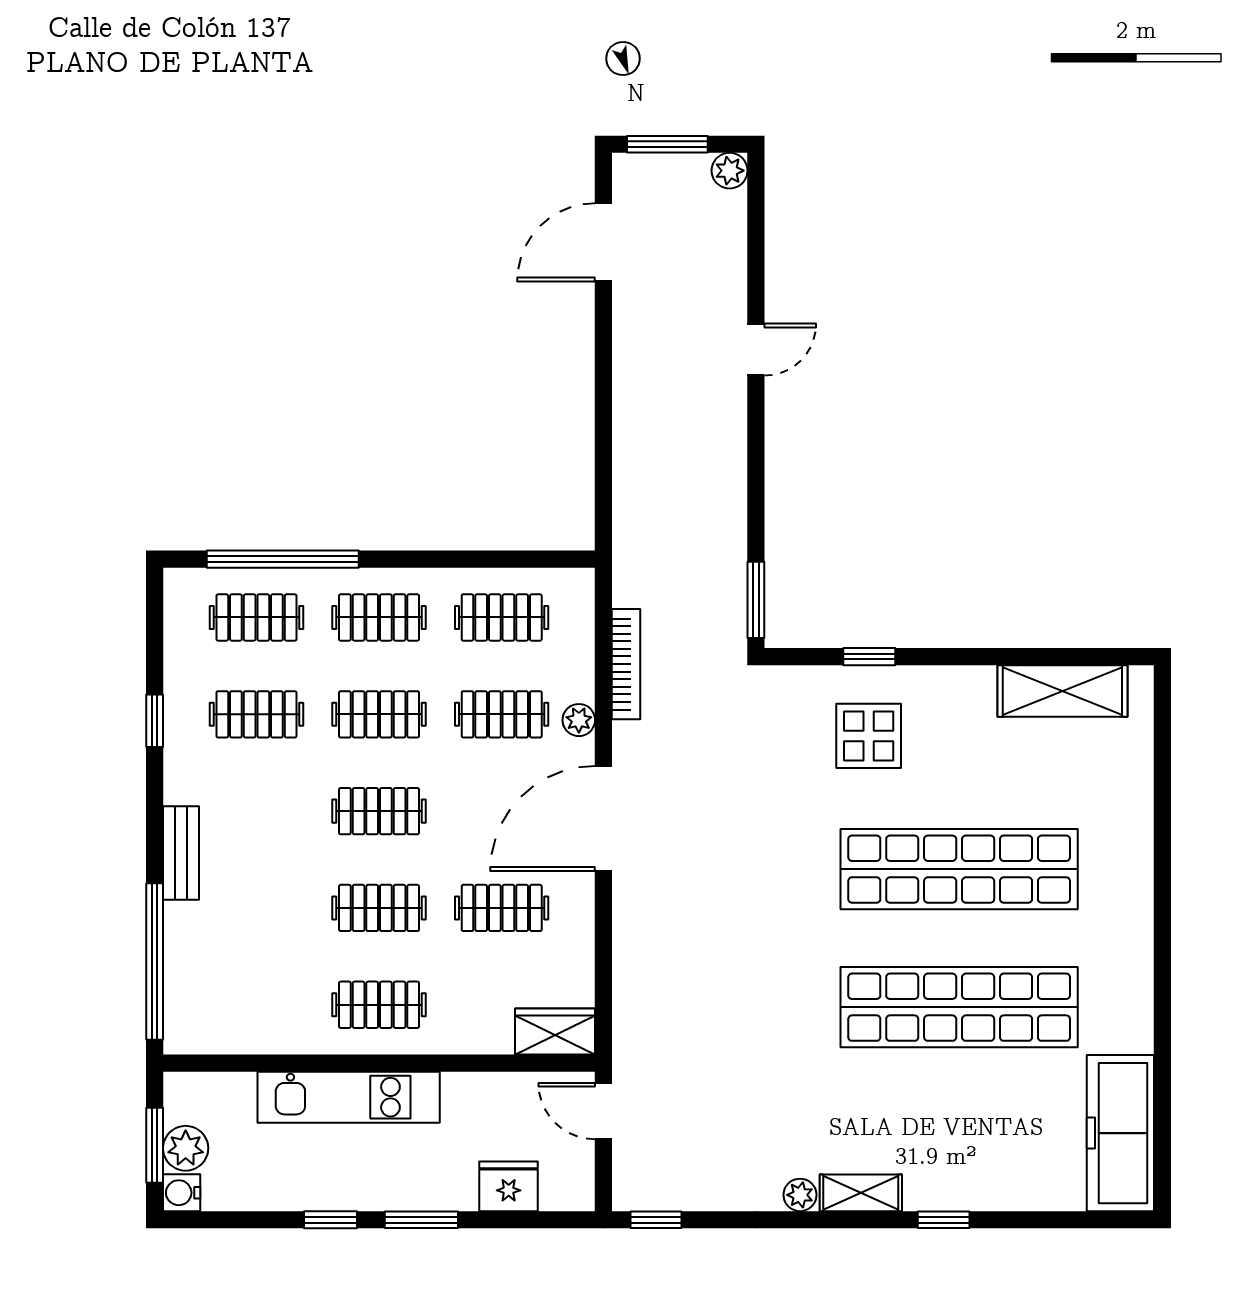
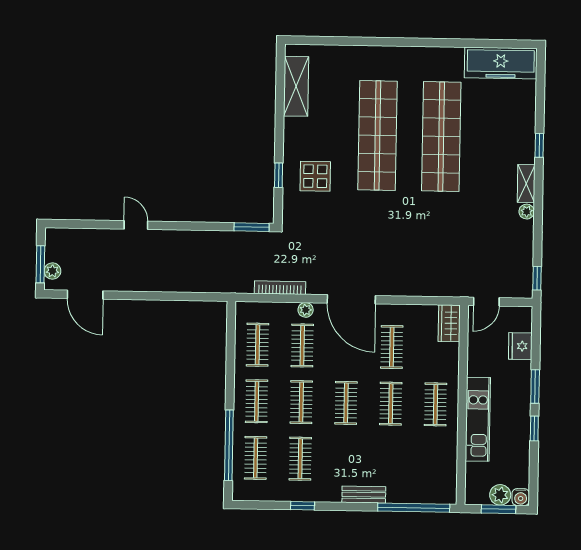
plant: (730, 171) -> (52, 271), moved

